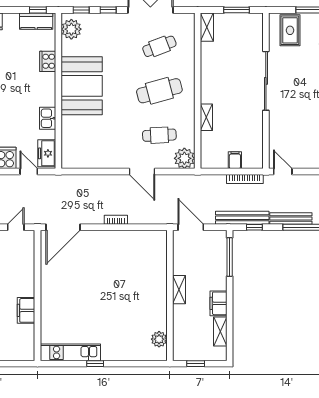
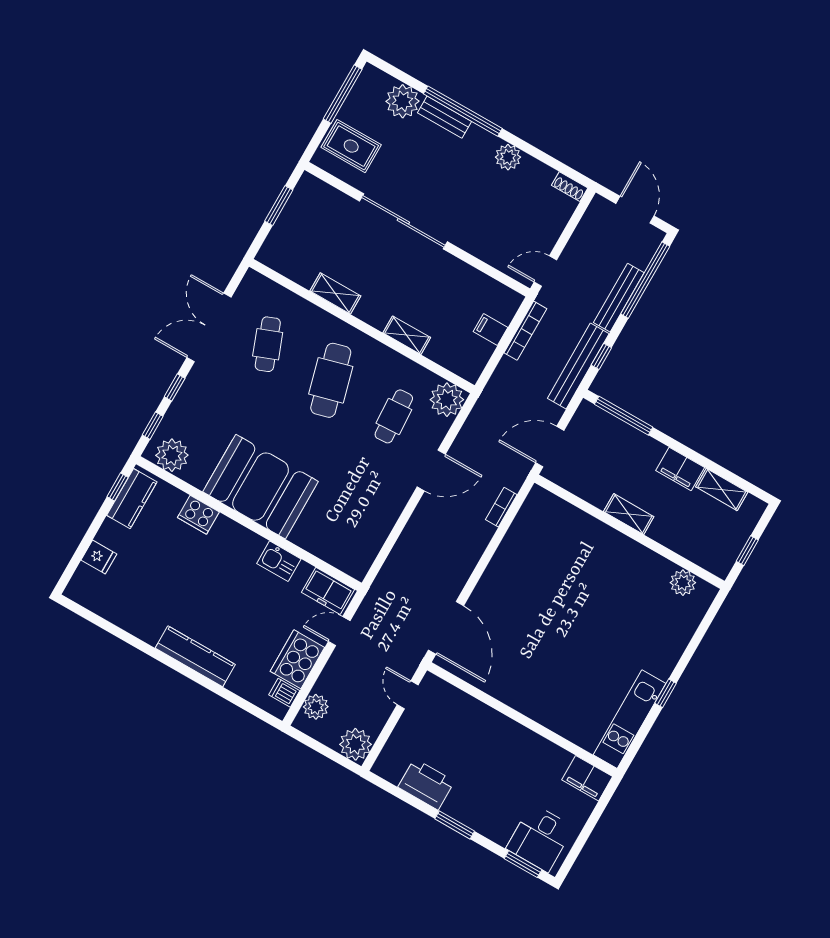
shelving: (207, 27) -> (335, 293), moved
bookcase: (116, 220) -> (501, 507), moved
filing cabinet: (26, 310) -> (587, 778), moved

